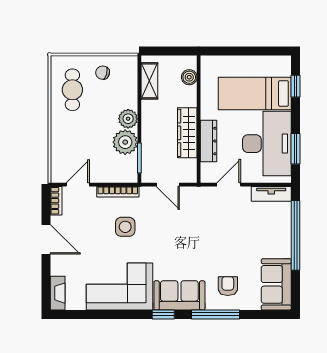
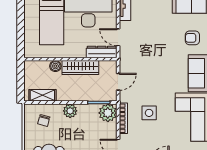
chair: (103, 73) -> (44, 120), moved
boiler: (189, 77) -> (55, 66), moved
dresser: (209, 141) -> (102, 52), moved
plant: (125, 142) -> (108, 113), moved

